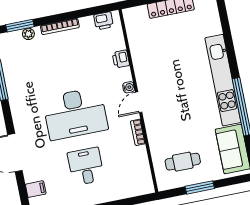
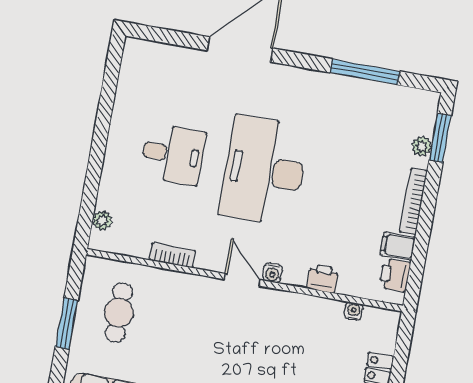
water cooler: (132, 35) -> (353, 311), added
bookcase: (138, 132) -> (172, 255), moved
filing cabinet: (36, 189) -> (398, 246), moved, turned 90
plant: (137, 190) -> (102, 221), added

